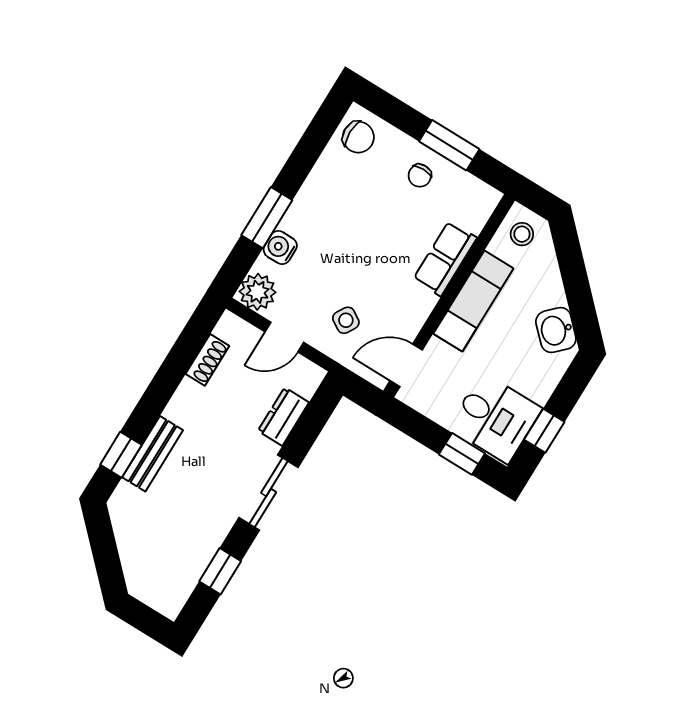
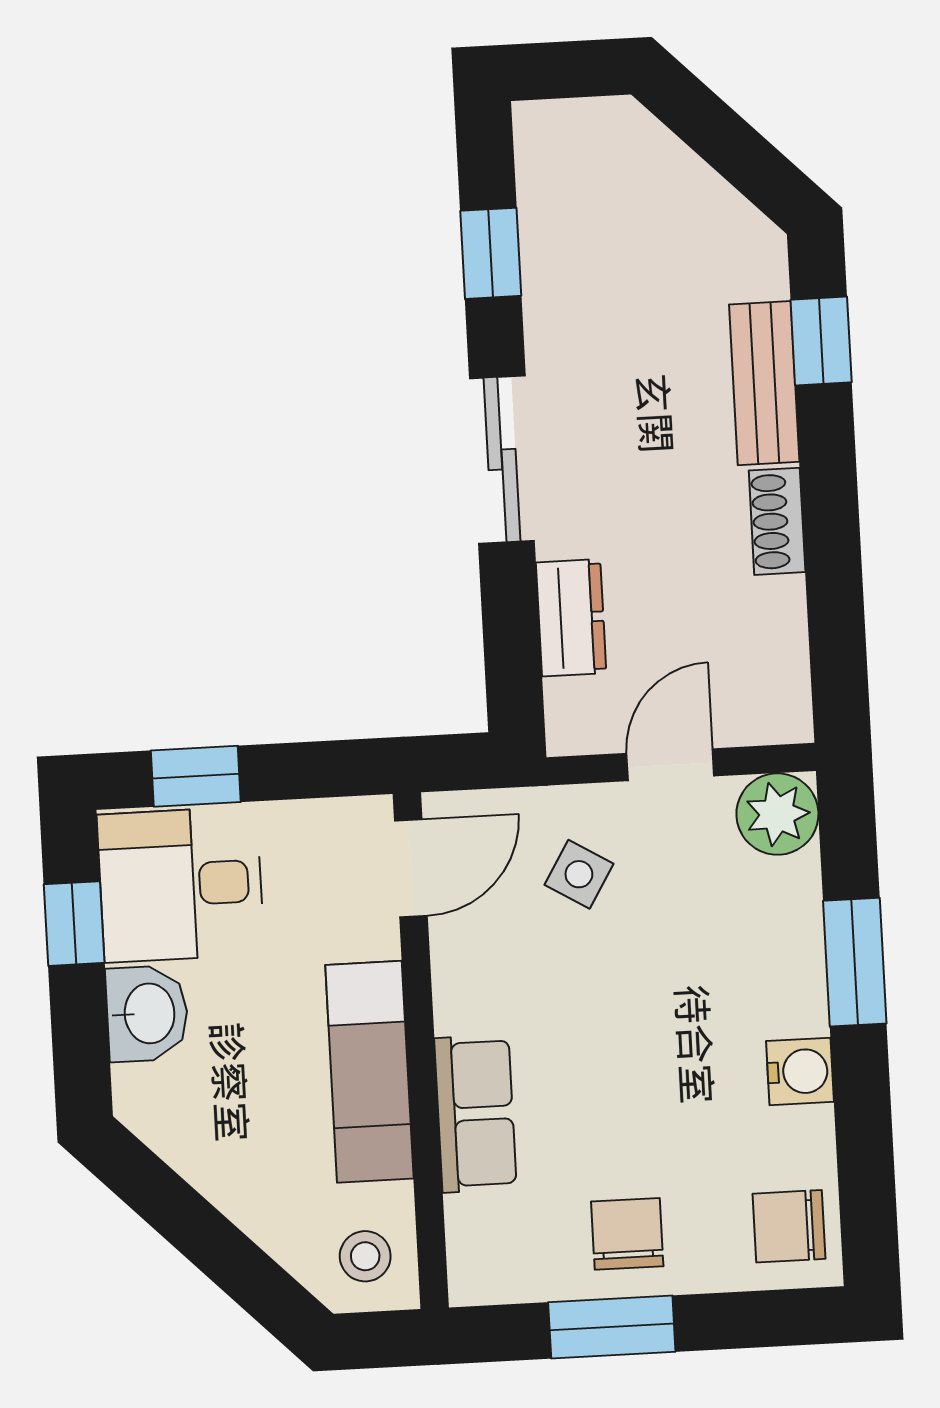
chair: (420, 176) -> (627, 1234), width x1.37, depth x1.37
water cooler: (280, 248) -> (800, 1071), moved
washbasin: (556, 330) -> (147, 1014), moved, turned 45
shoe rack: (207, 360) -> (777, 521), moved

